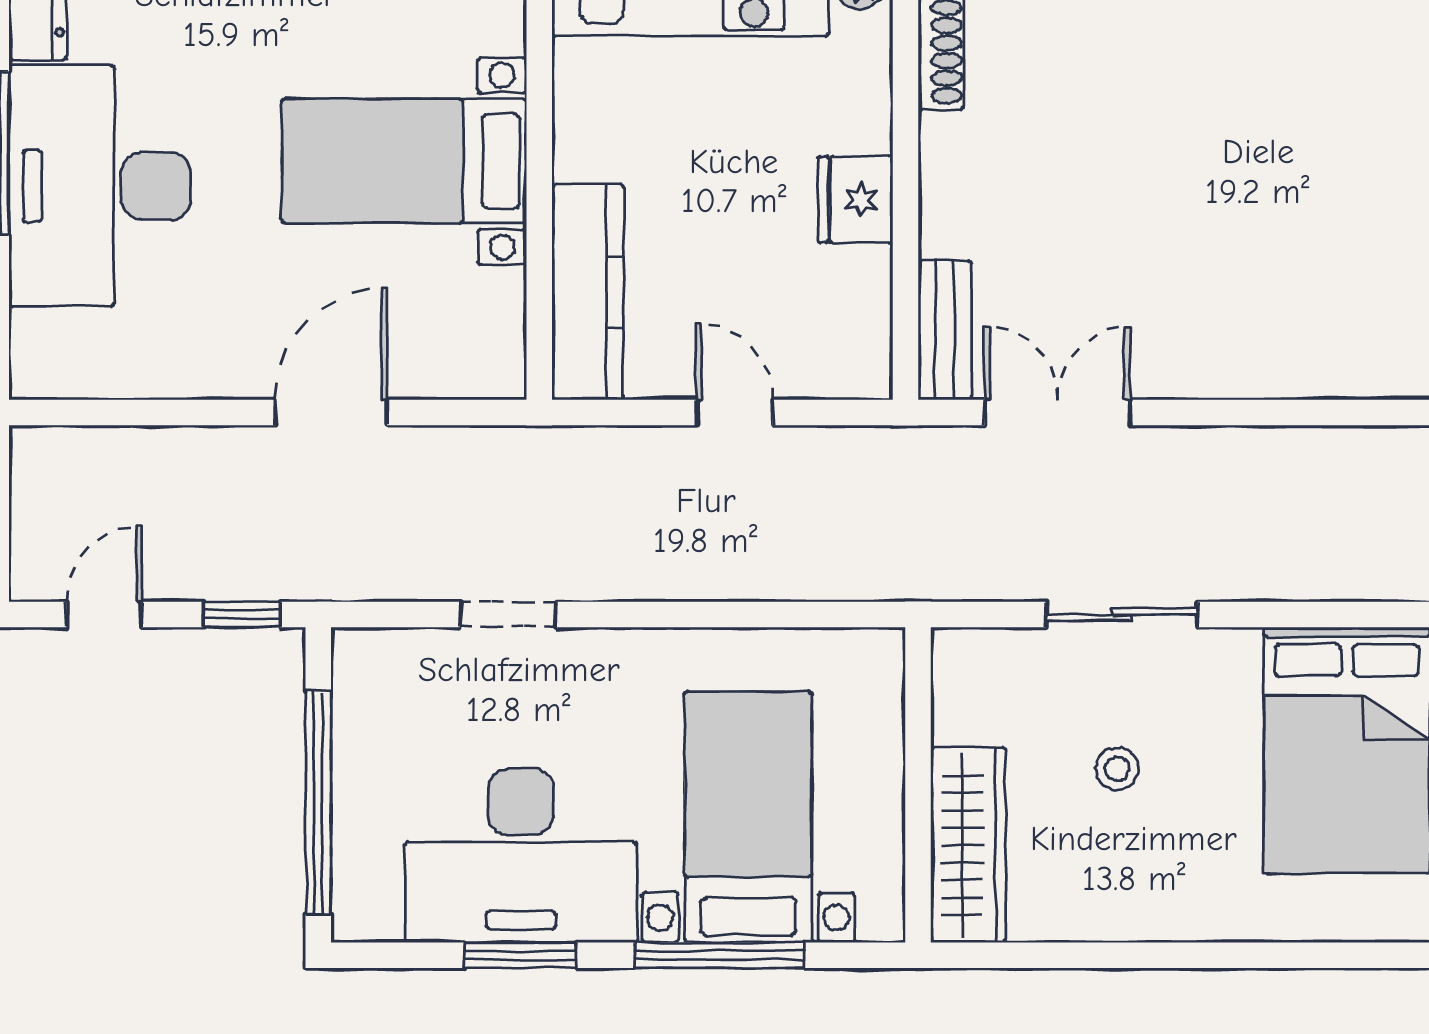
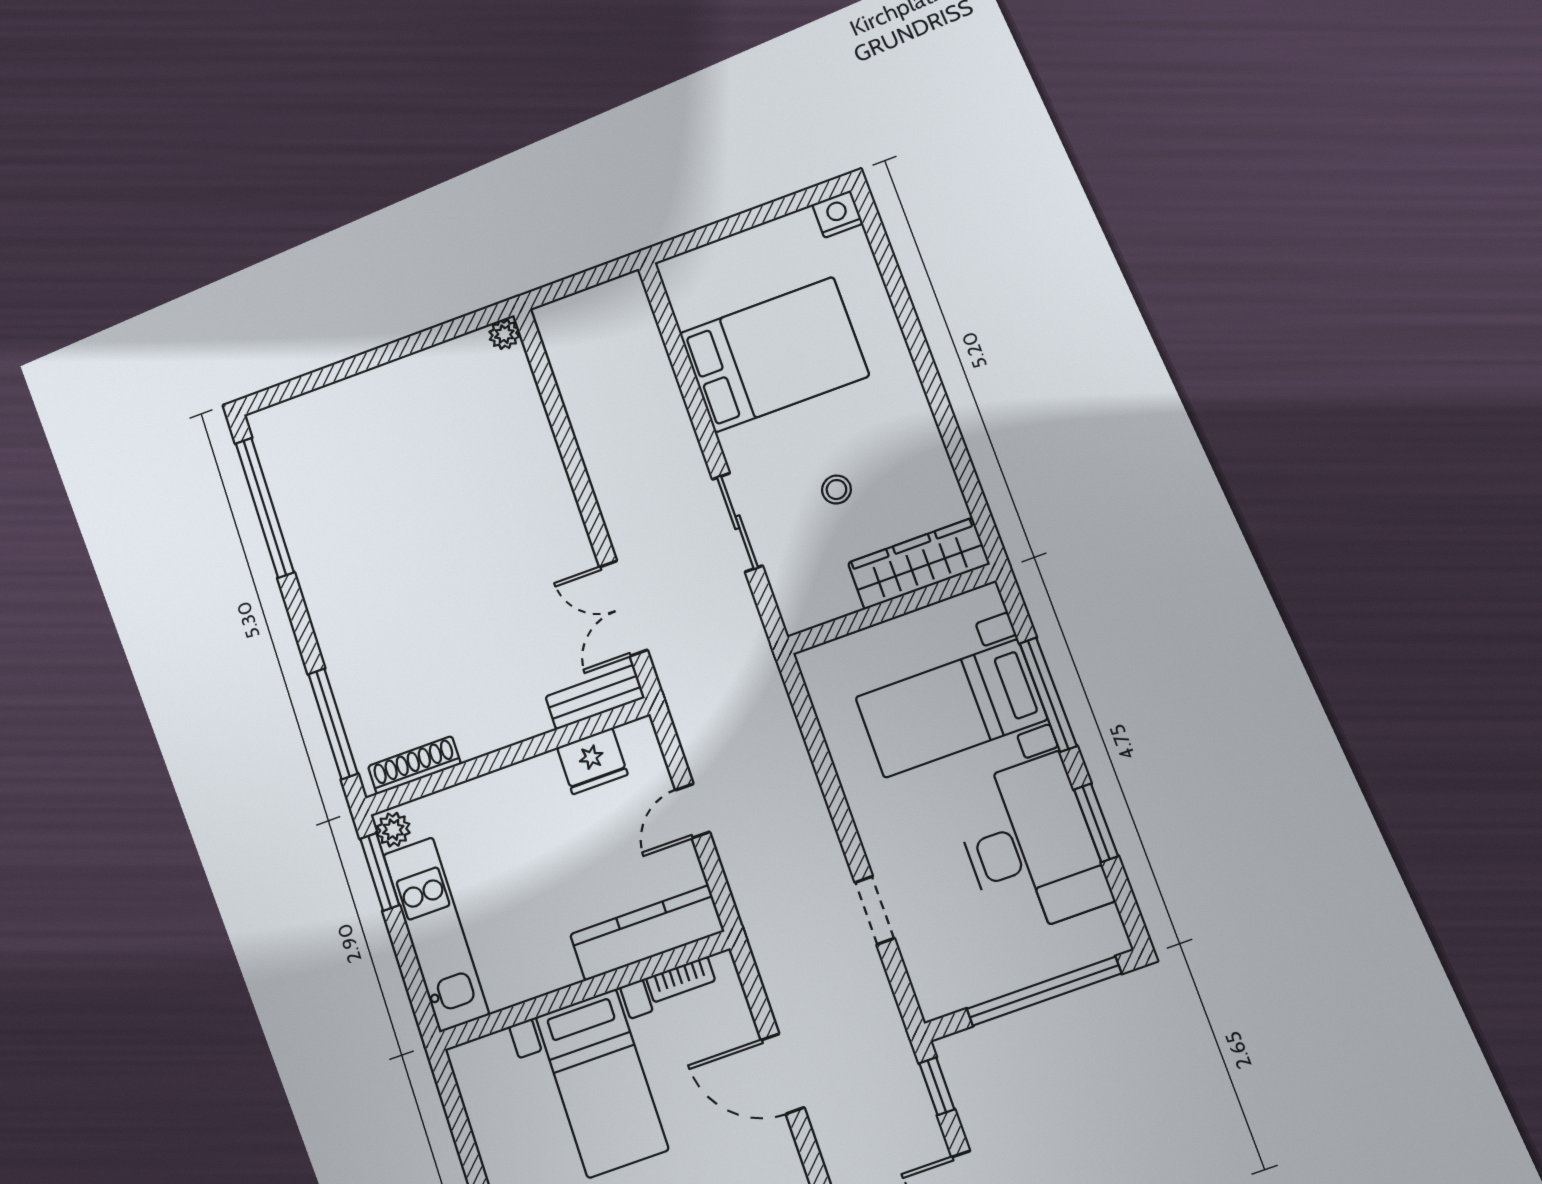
fridge: (855, 200) -> (592, 761), moved
bookcase: (508, 317) -> (681, 979), added

